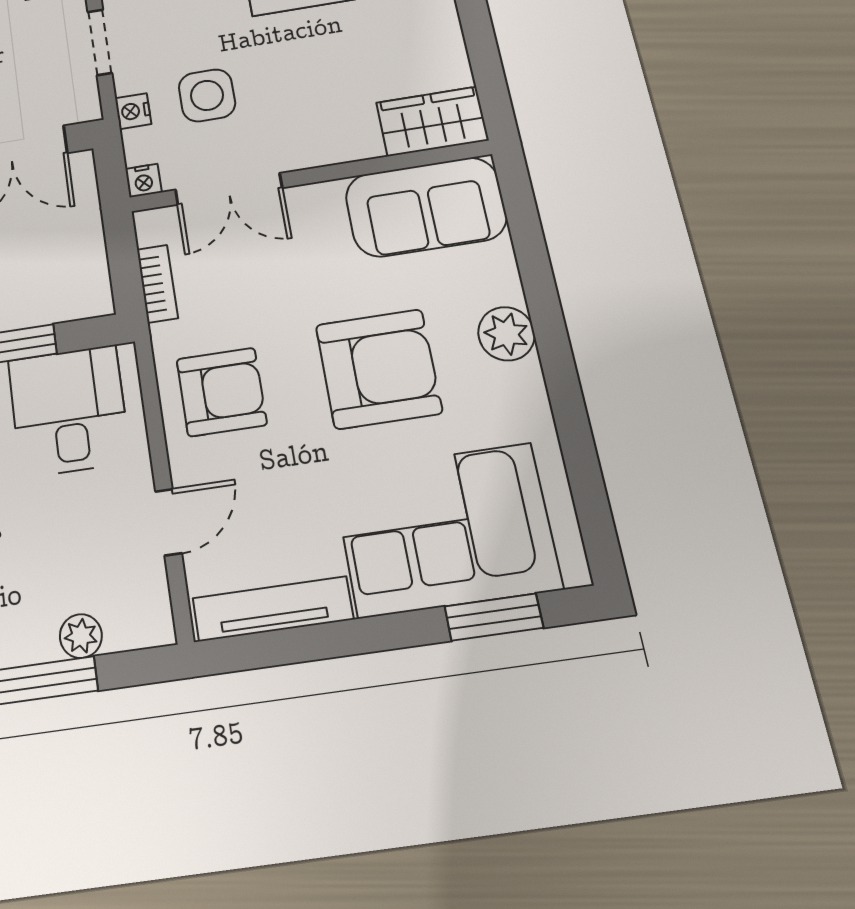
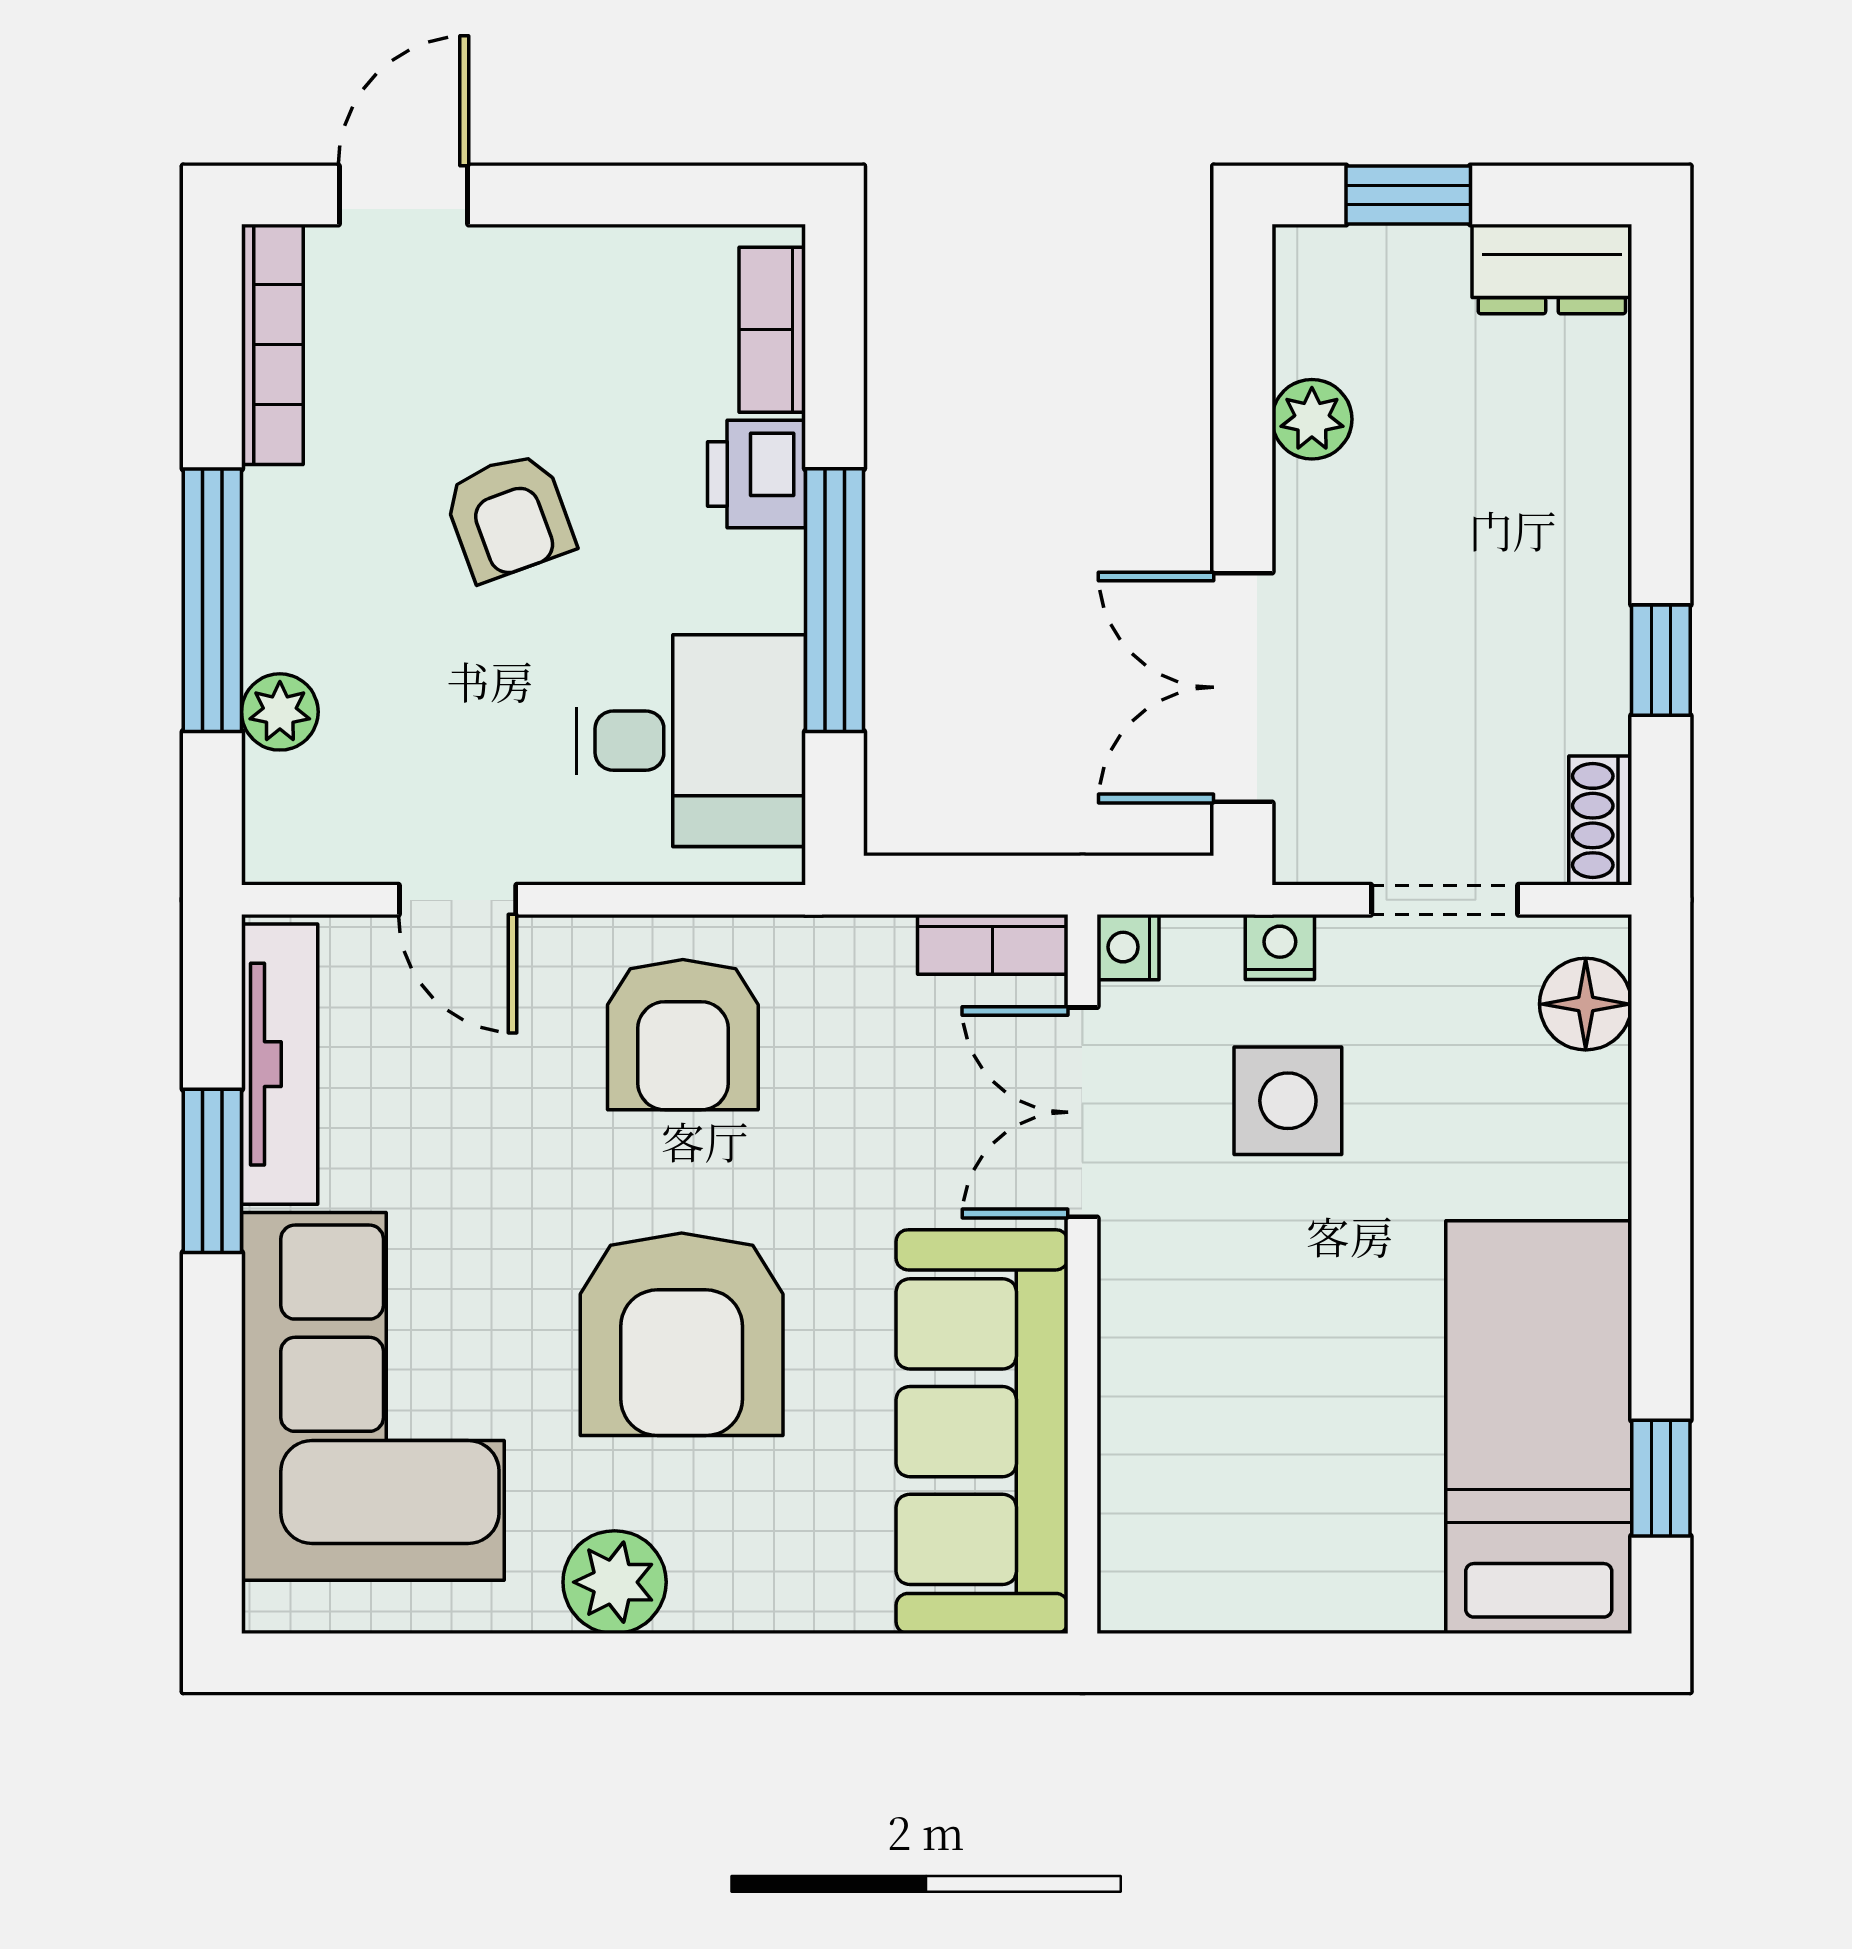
wardrobe: (432, 121) -> (1155, 1533), removed
sofa: (426, 207) -> (982, 1432), width x1.36
bookcase: (157, 284) -> (993, 944), moved
plant: (506, 334) -> (615, 1582), moved
window: (494, 617) -> (212, 1171), moved

